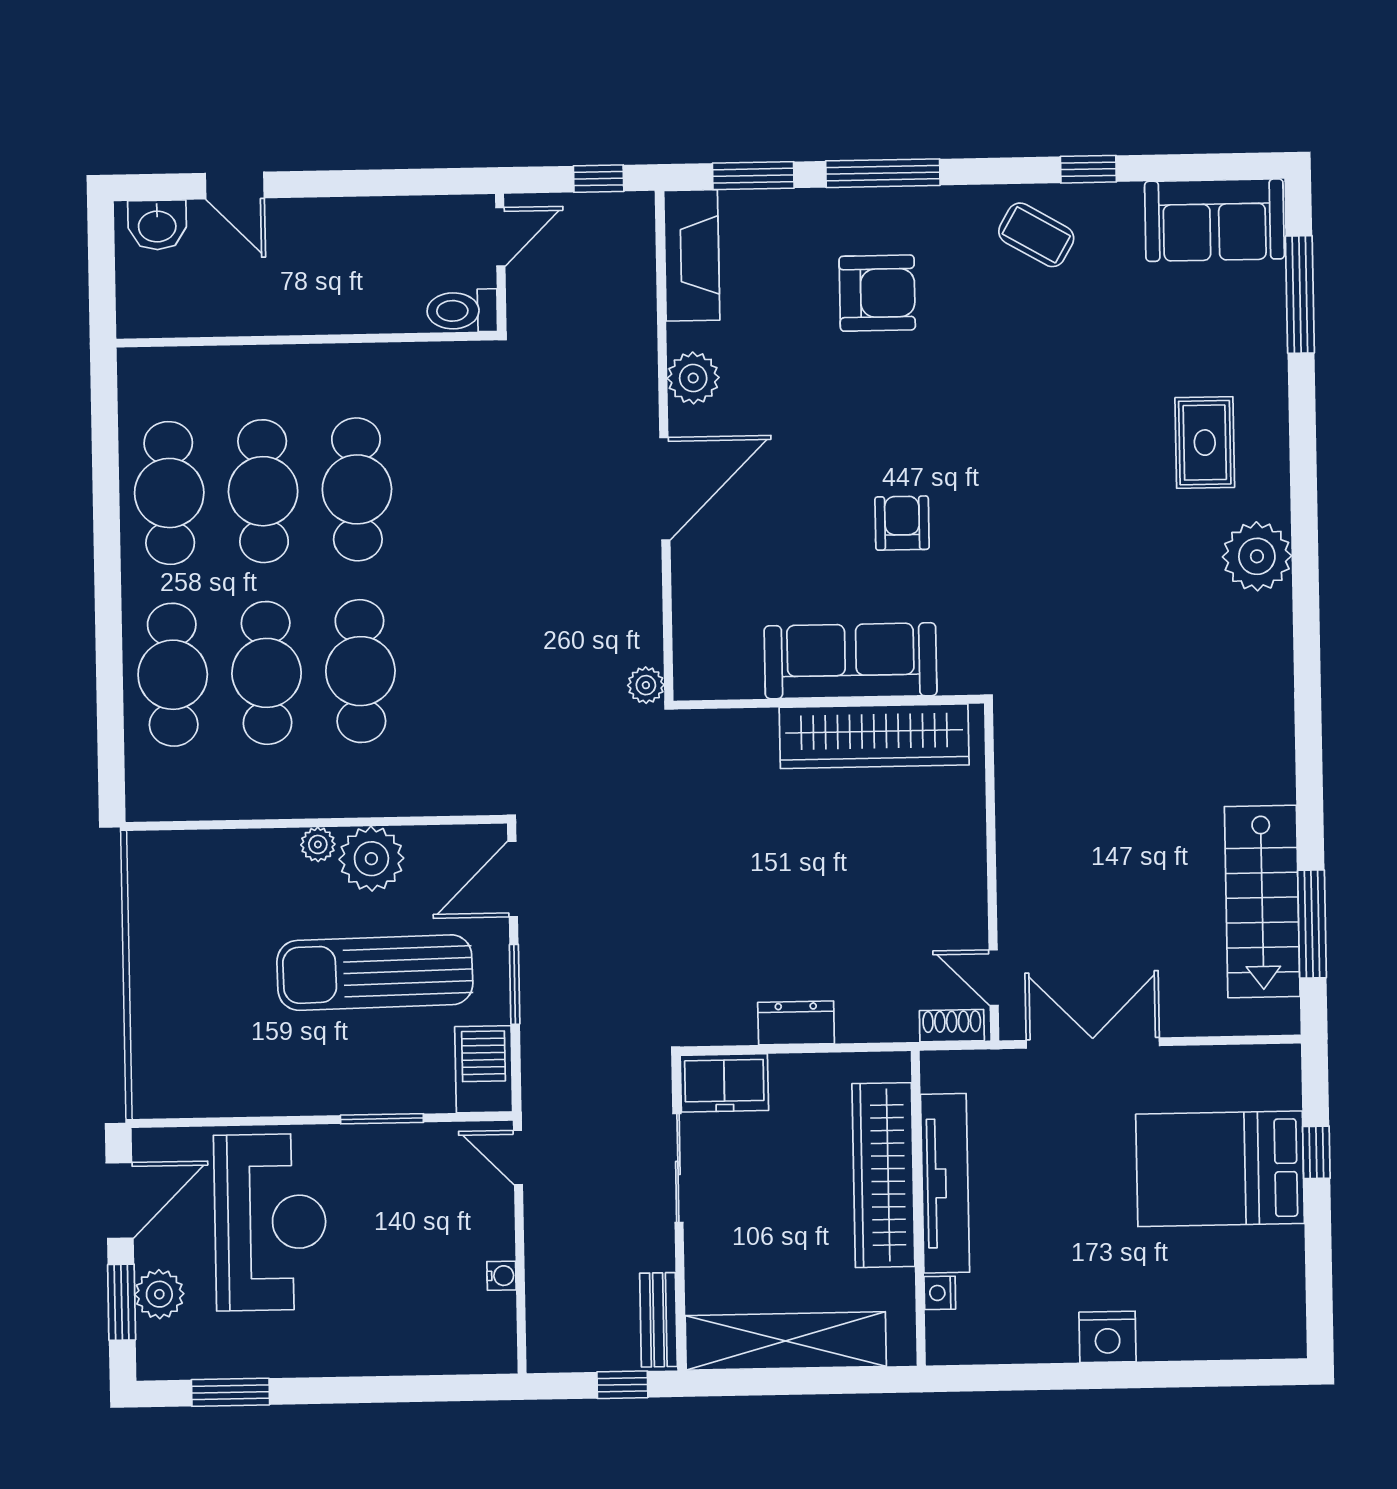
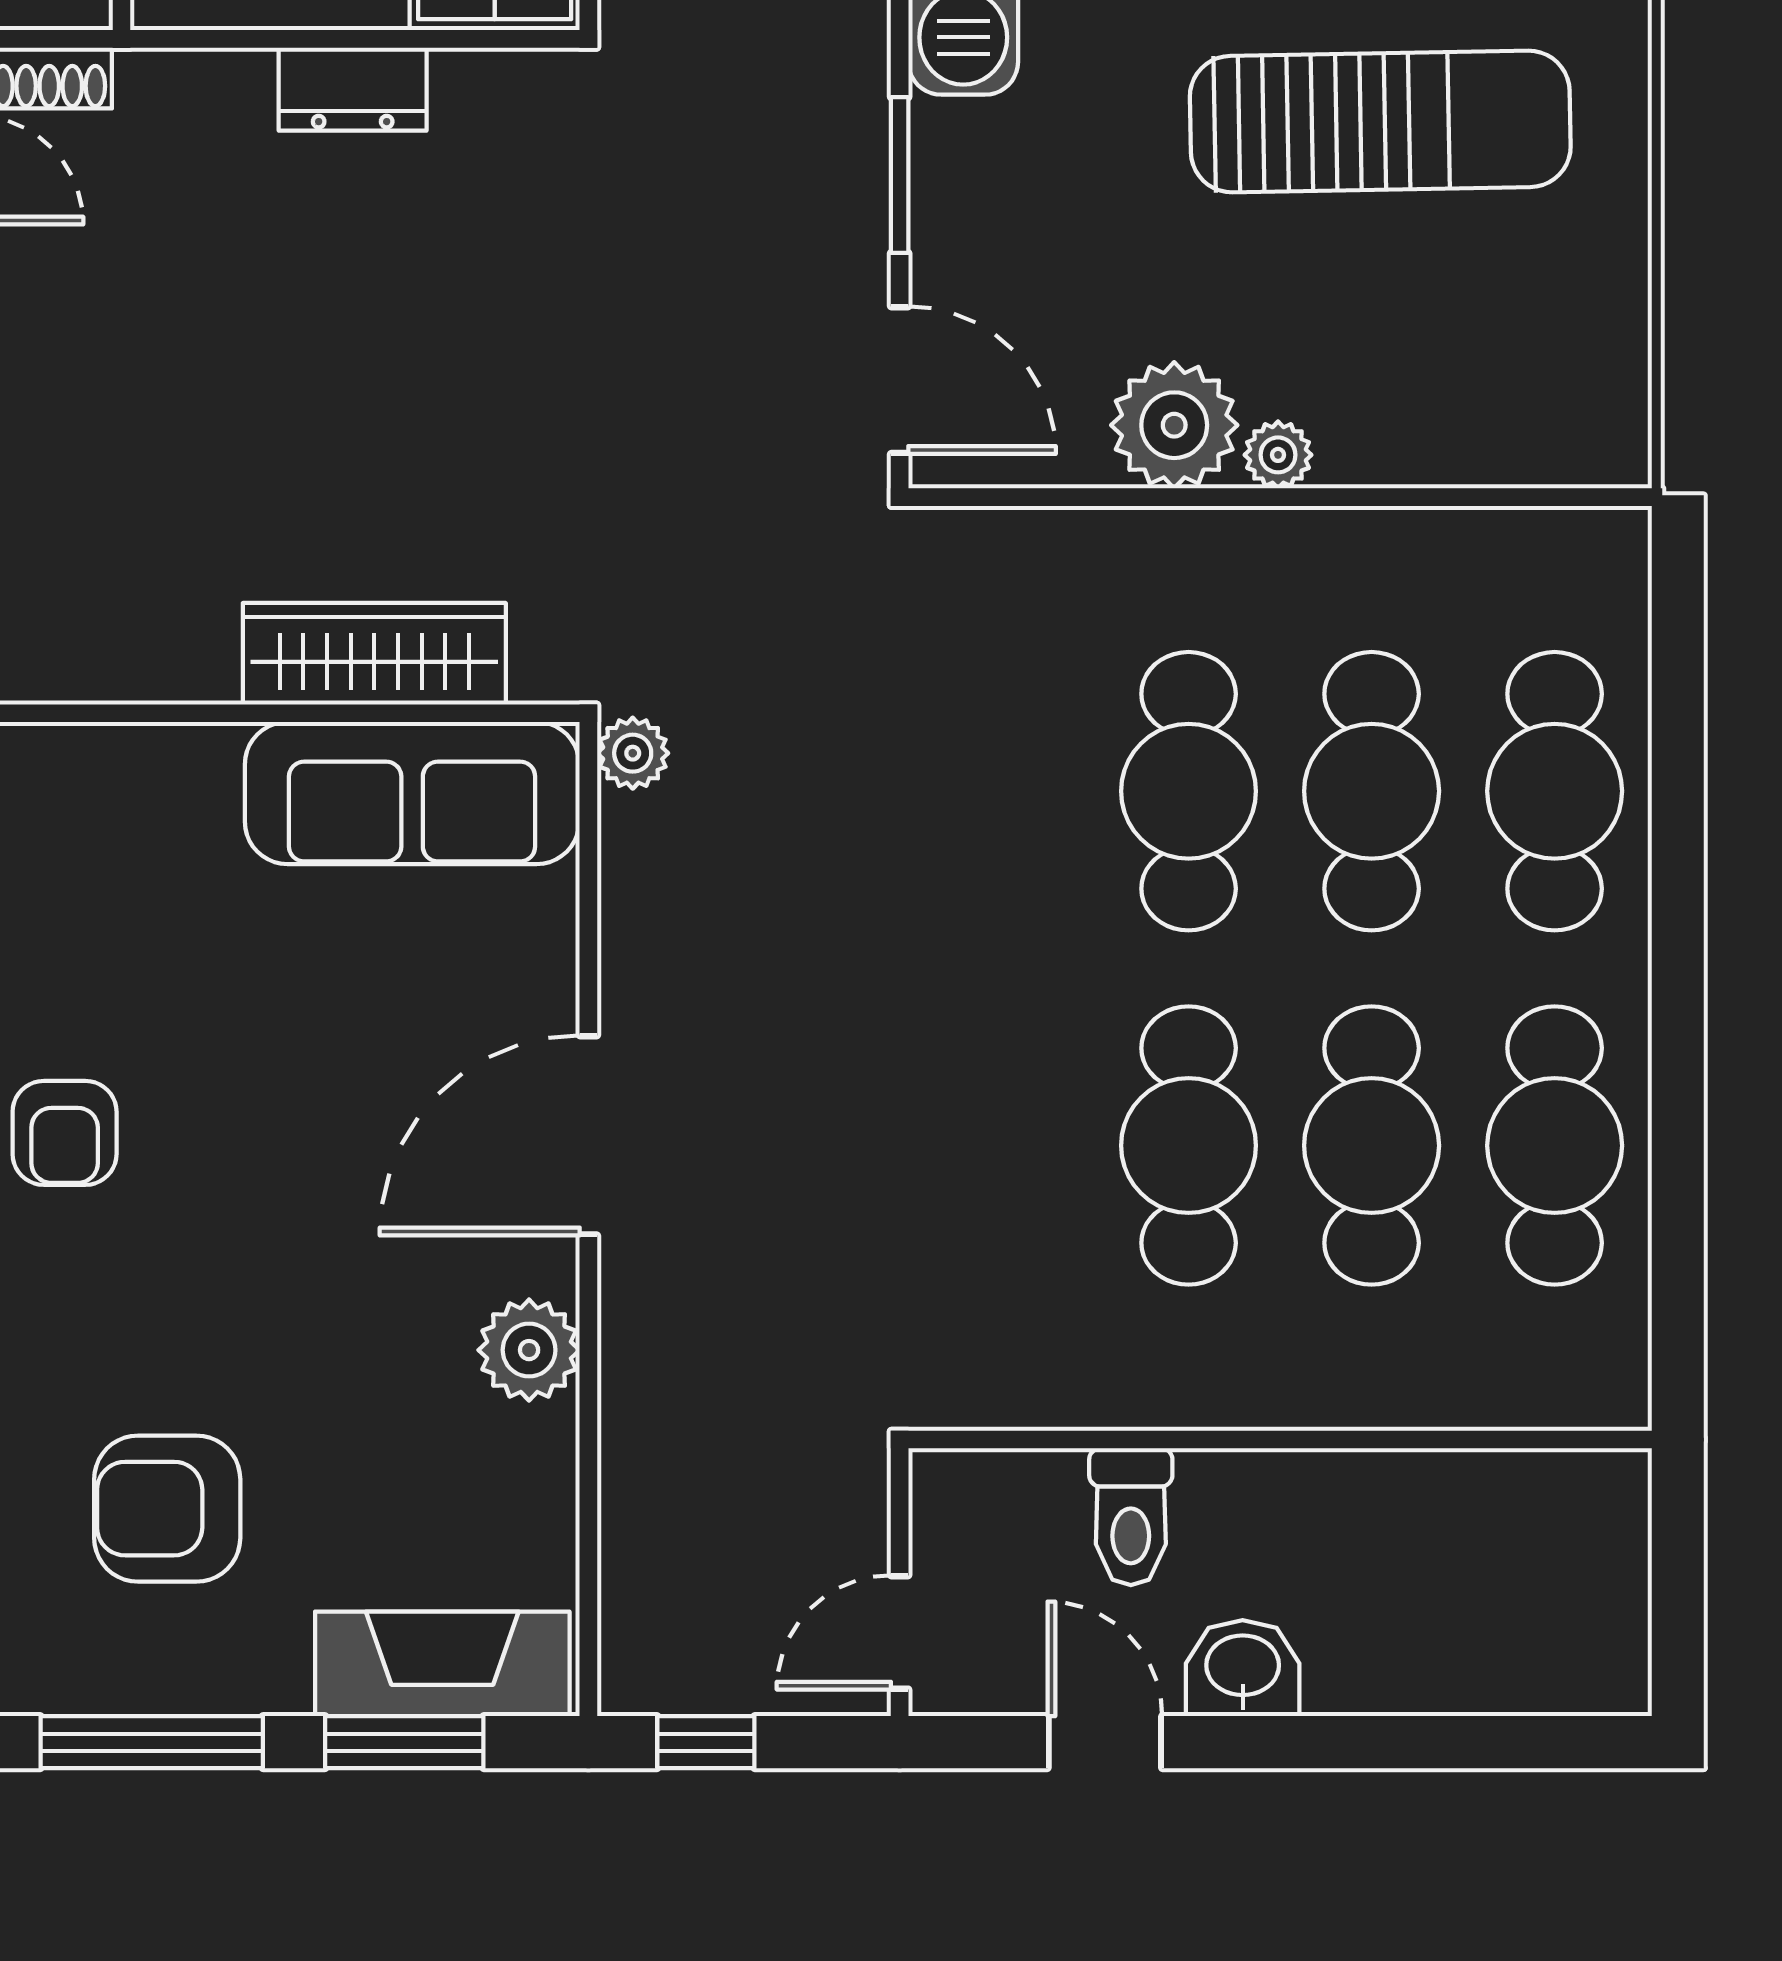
door: (235, 186) -> (1105, 1742), moved
washbasin: (157, 225) -> (1243, 1668), moved
fireplace: (692, 255) -> (442, 1664), moved, turned 90
toilet: (462, 311) -> (1131, 1517), moved, turned 90
armchair: (902, 523) -> (65, 1133), moved
sofa: (851, 661) -> (412, 793), moved
wardrobe: (874, 736) -> (374, 654), moved, width x0.71, depth x0.85
door: (513, 879) -> (900, 380), hinge flipped
sun lounger: (375, 973) -> (1380, 121), moved

